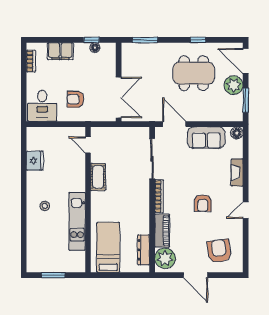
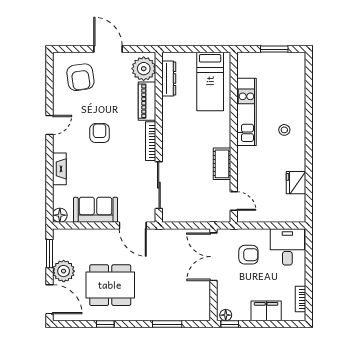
wall: (119, 82) -> (214, 275), moved
double door: (119, 97) -> (214, 257), moved

